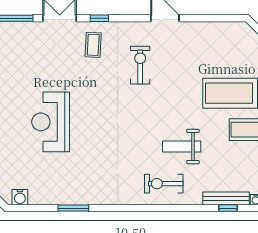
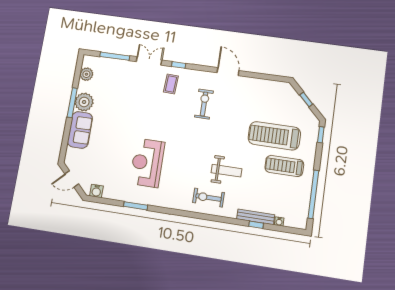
reception desk: (51, 122) -> (147, 163), moved
weight bench: (182, 146) -> (227, 171), turned 180

